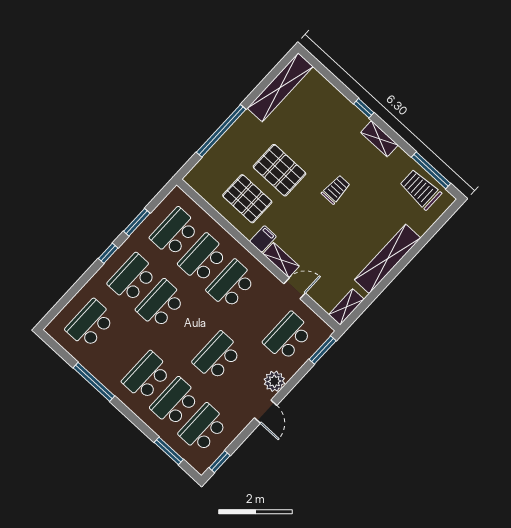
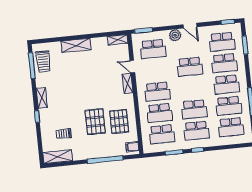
shelving: (280, 87) -> (58, 157), width x0.68
trolley: (336, 190) -> (64, 134), moved
filing cabinet: (263, 239) -> (132, 147), moved
shelving: (387, 259) -> (76, 45), width x0.68
school desk: (118, 350) -> (229, 106), added
door: (266, 412) -> (190, 26), swing flipped

